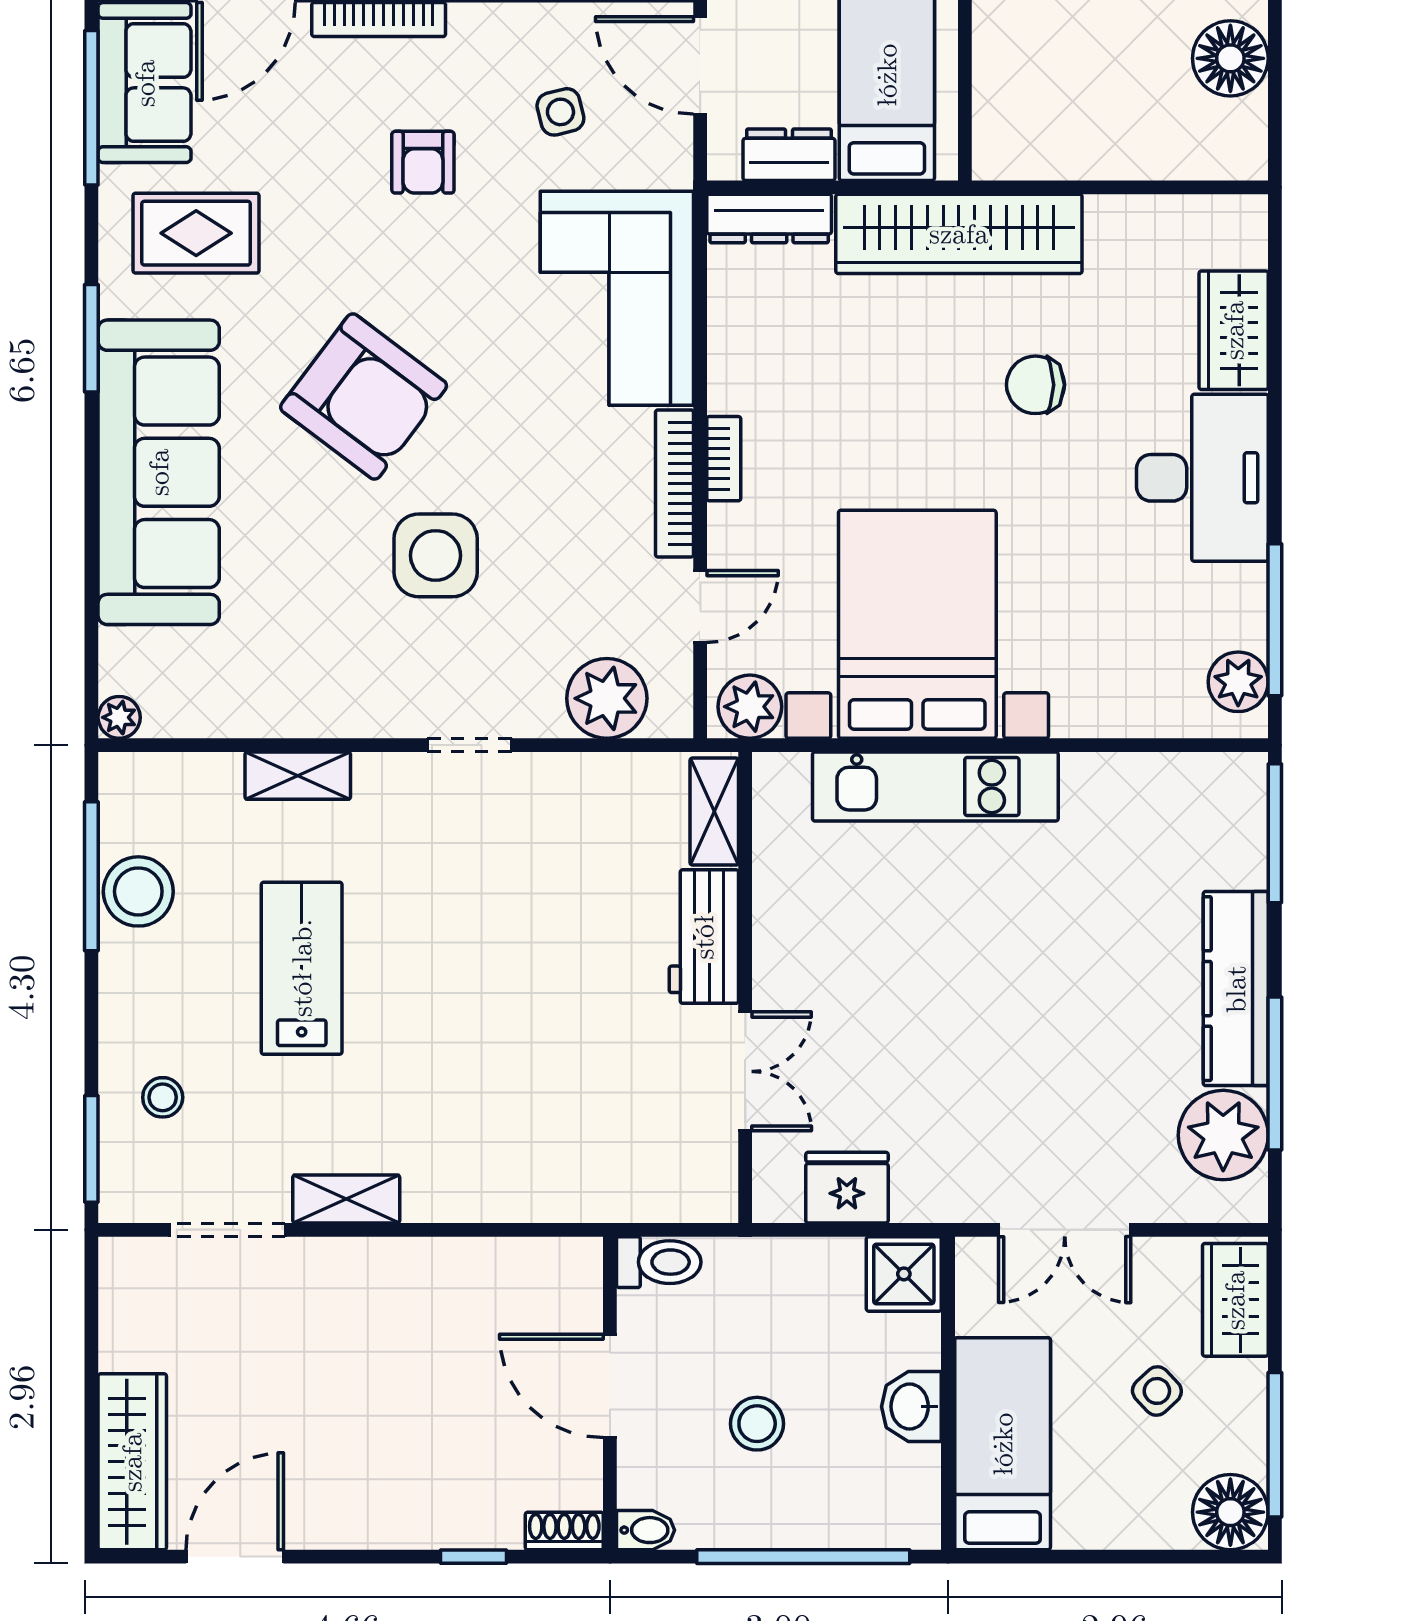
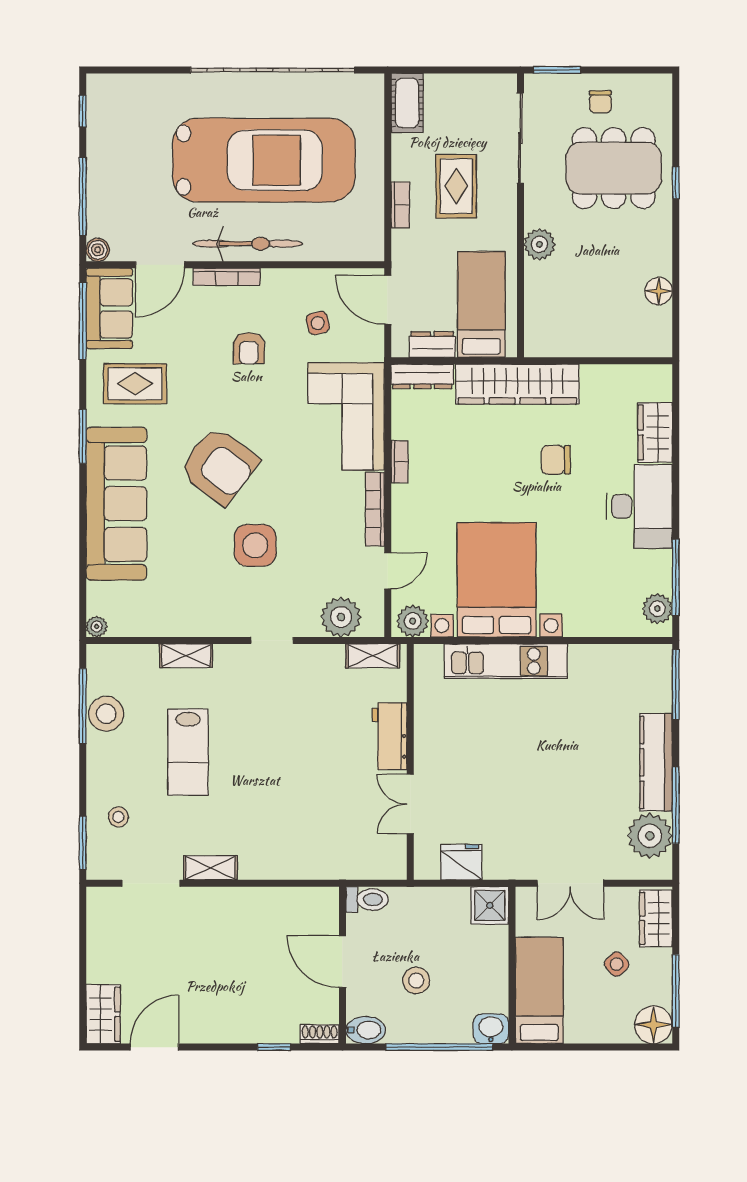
floor lamp: (1230, 58) -> (659, 291), width x0.73, depth x0.73
bookcase: (724, 459) -> (400, 462), moved
shelving: (714, 812) -> (373, 656), moved, turned 90
lab bench: (302, 968) -> (188, 752), turned 180
double door: (745, 1071) -> (410, 804), swing flipped
washbasin: (911, 1407) -> (491, 1029), moved, turned 90
wardrobe: (132, 1462) -> (103, 1014), width x0.67
bidet: (646, 1530) -> (366, 1030), width x1.38, depth x1.36

